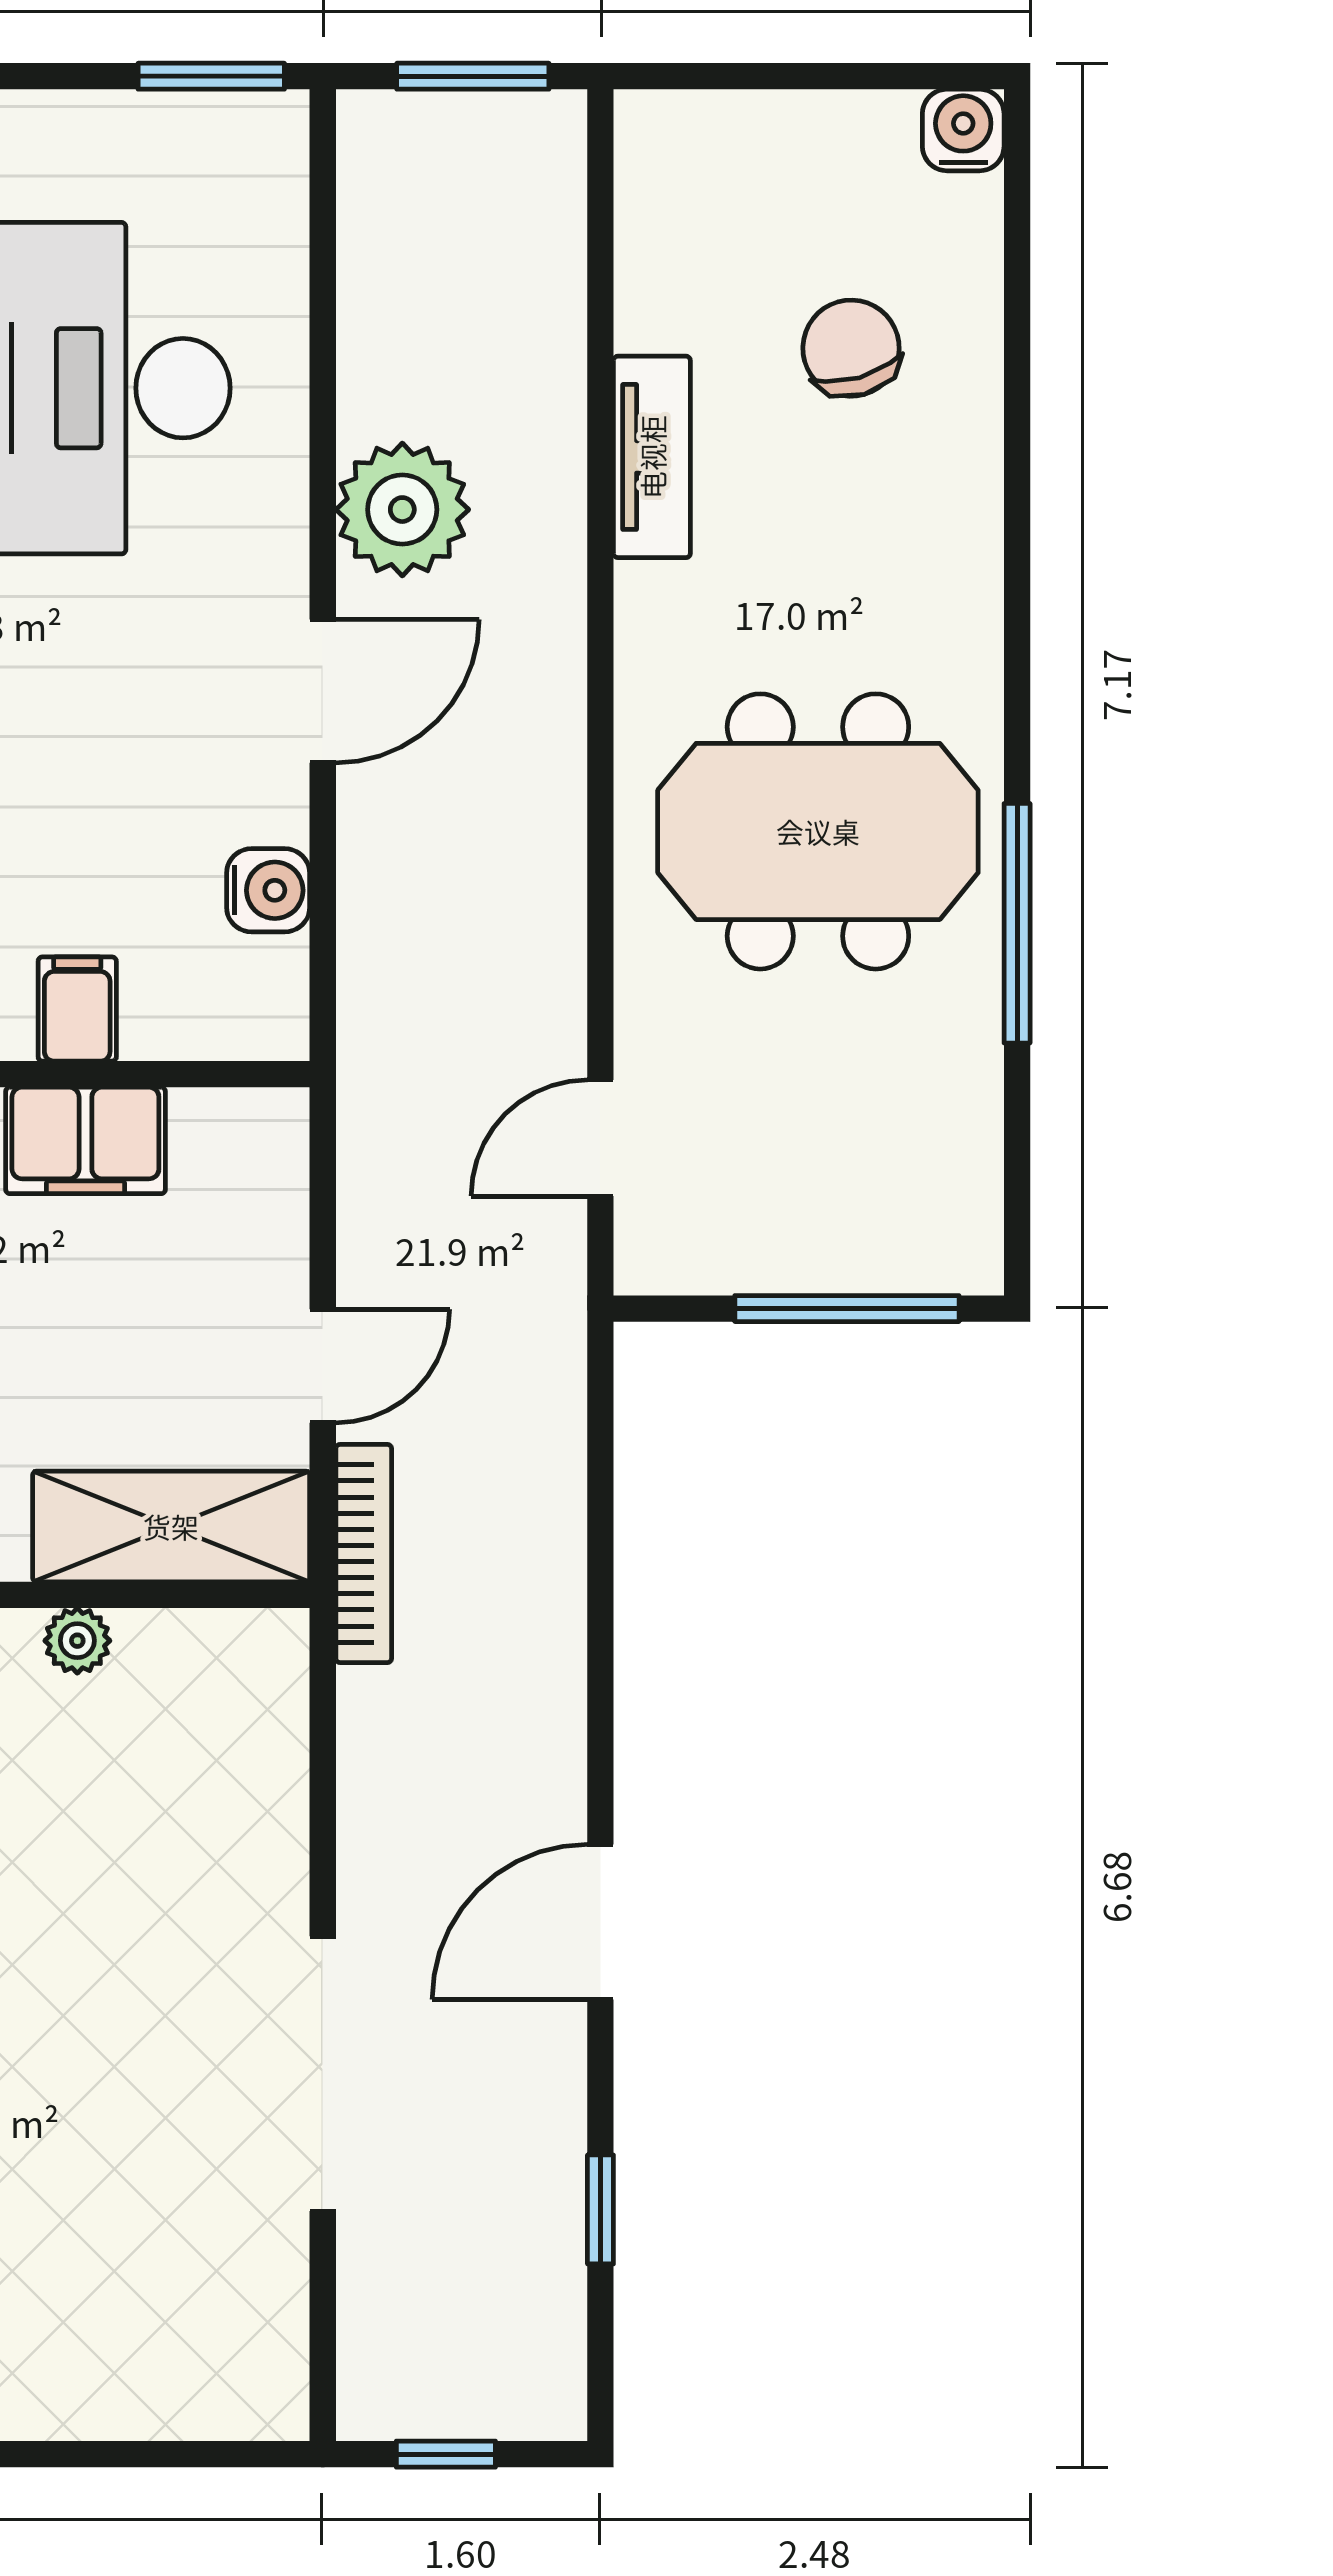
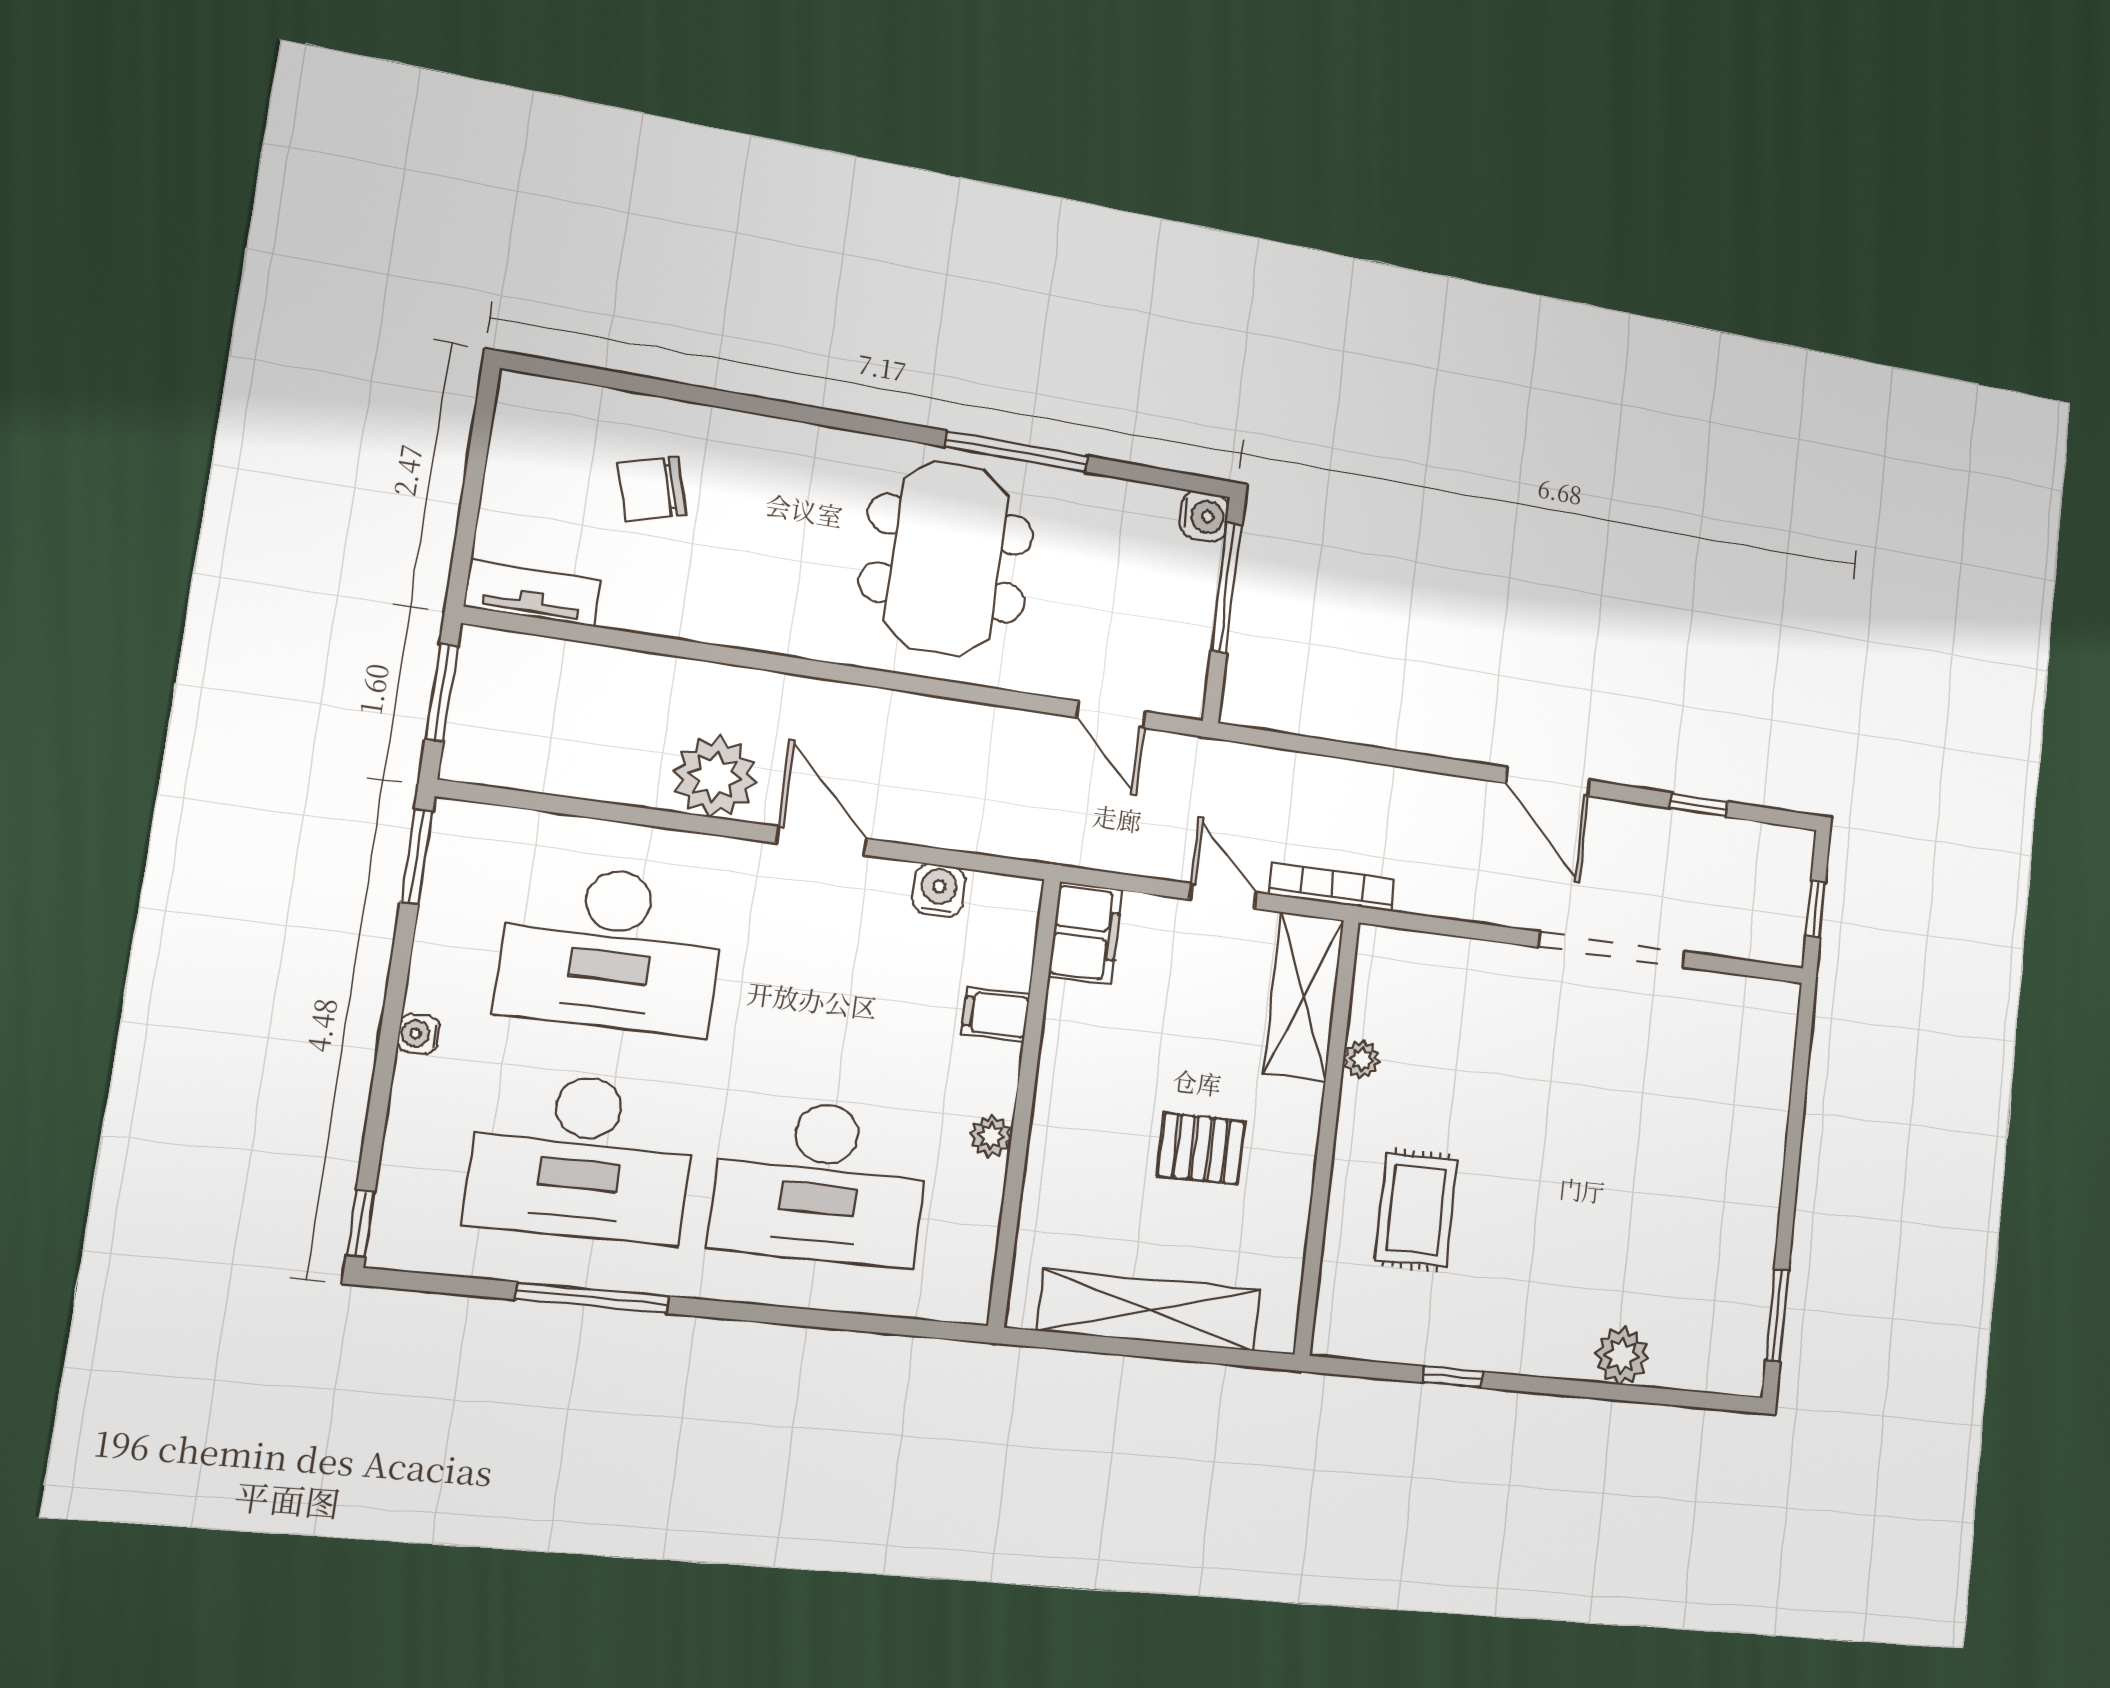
water cooler: (963, 130) -> (1204, 516), moved, turned 180
tv unit: (652, 457) -> (533, 593), moved
filing cabinet: (85, 1140) -> (1085, 933), moved

